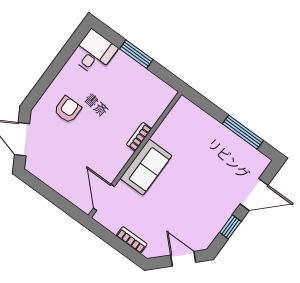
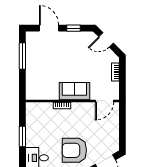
armchair: (68, 110) -> (74, 150), width x1.88, depth x1.88
door: (183, 259) -> (106, 40), hinge flipped

